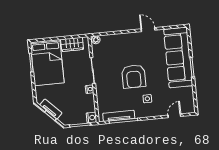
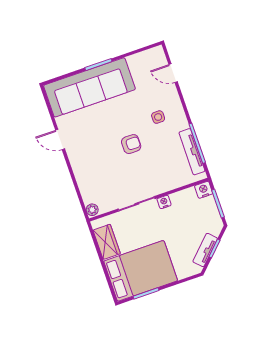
door: (148, 30) -> (60, 139), hinge flipped
armchair: (134, 76) -> (131, 144), width x0.53, depth x0.53

